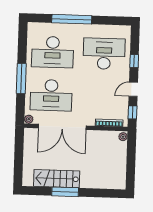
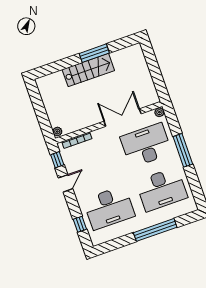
desk: (53, 52) -> (162, 189), turned 180
window: (134, 61) -> (80, 224), moved
double door: (62, 127) -> (123, 118), width x0.73
stairs: (57, 179) -> (88, 70), moved

